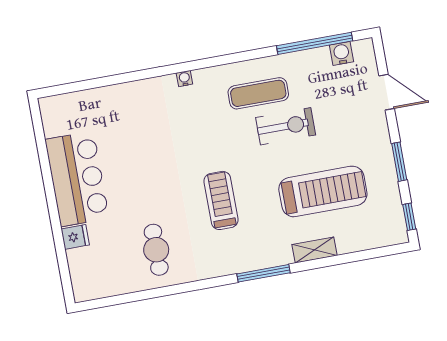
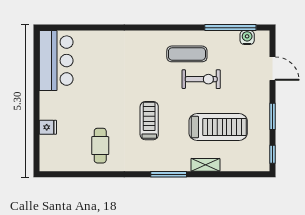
water cooler: (184, 79) -> (140, 35), removed
bar counter: (77, 179) -> (56, 61), moved

